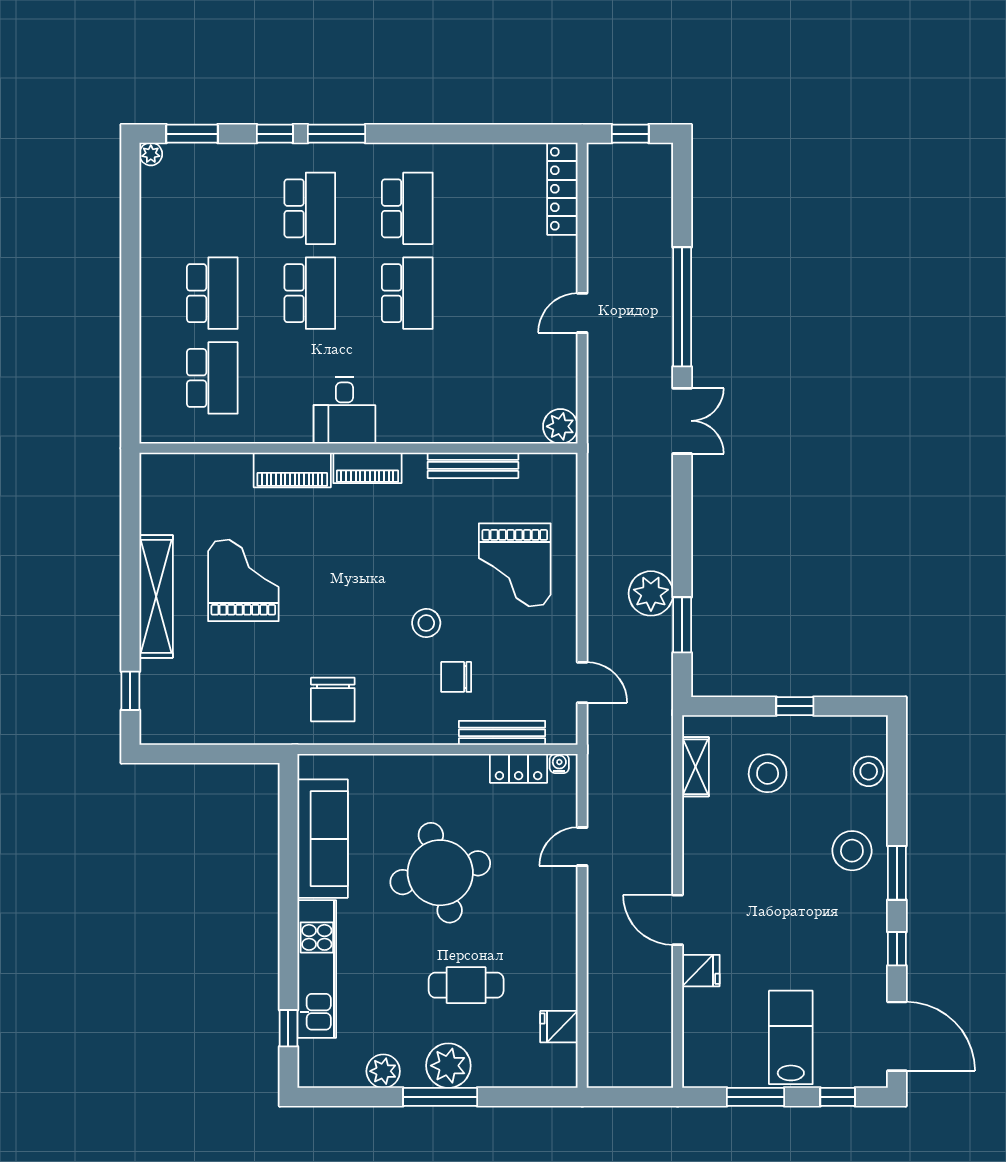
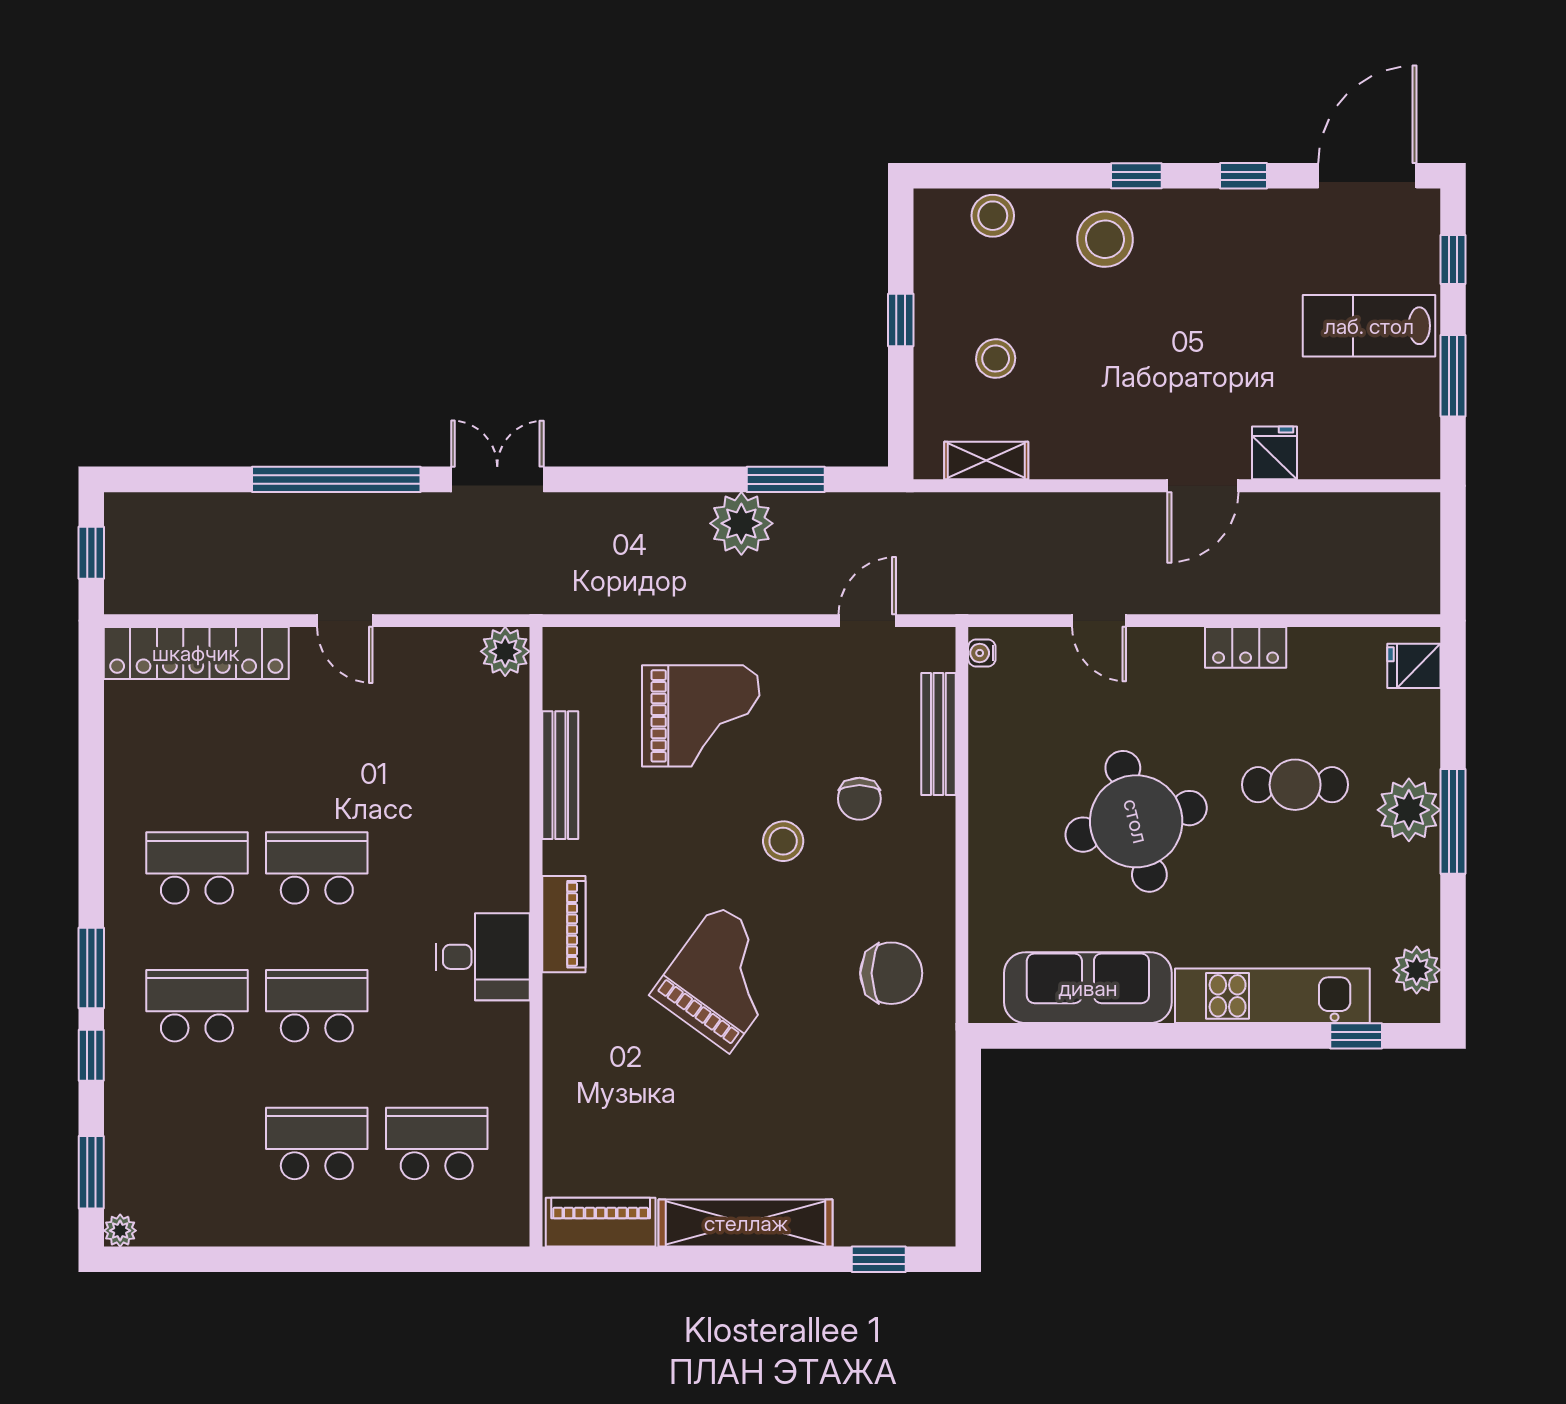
locker: (562, 189) -> (196, 653), width x1.41, depth x1.21
piano: (292, 470) -> (601, 1222), moved, turned -90
grand piano: (243, 580) -> (723, 978), moved, turned 126
locker: (519, 768) -> (1246, 647), moved, turned 90
stool: (768, 773) -> (996, 359), width x0.73, depth x0.73
window: (897, 873) -> (1136, 176), width x0.67
cafe table: (466, 985) -> (1295, 785), turned 90
fridge: (559, 1027) -> (1414, 666), moved, turned 90
plant: (383, 1071) -> (1417, 970), moved

